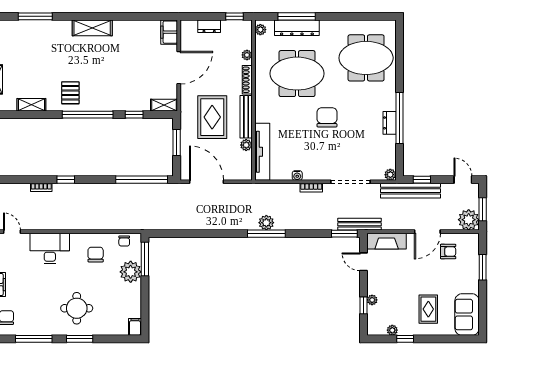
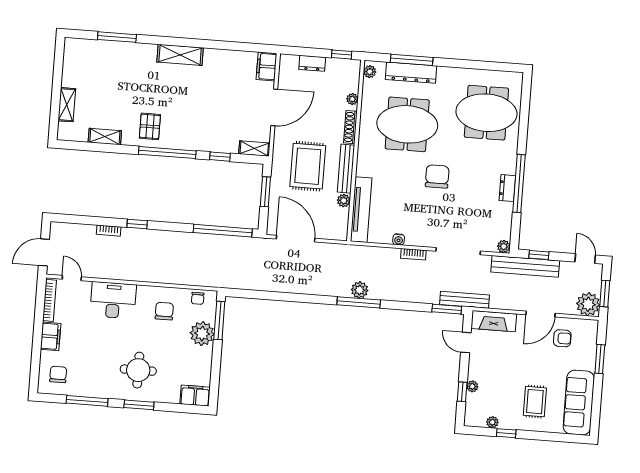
sofa: (467, 315) -> (579, 403), width x1.36
filing cabinet: (135, 327) -> (195, 396), width x2.00

